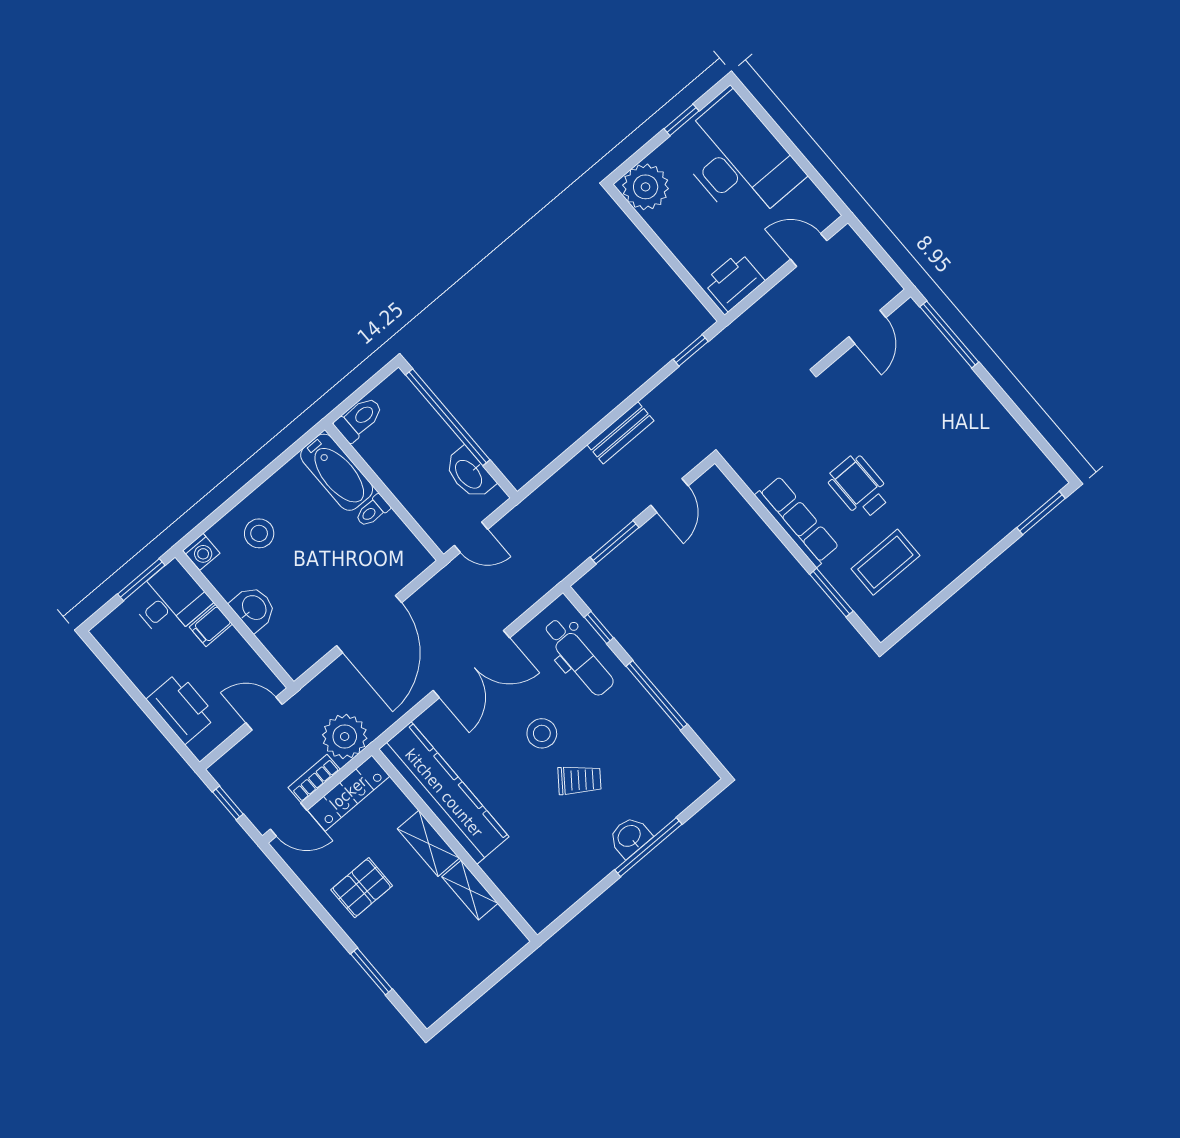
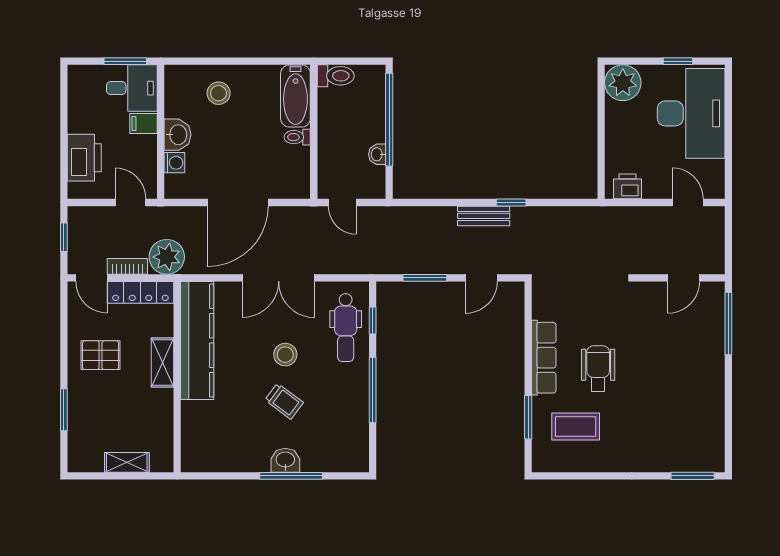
printer: (734, 281) -> (627, 186), width x0.73, depth x0.81
window: (691, 350) -> (511, 202), moved
washbasin: (469, 474) -> (377, 154), width x0.52, depth x0.69
washing machine: (201, 552) -> (174, 163), moved, turned -90
shelving: (470, 890) -> (127, 462), moved, turned 90

